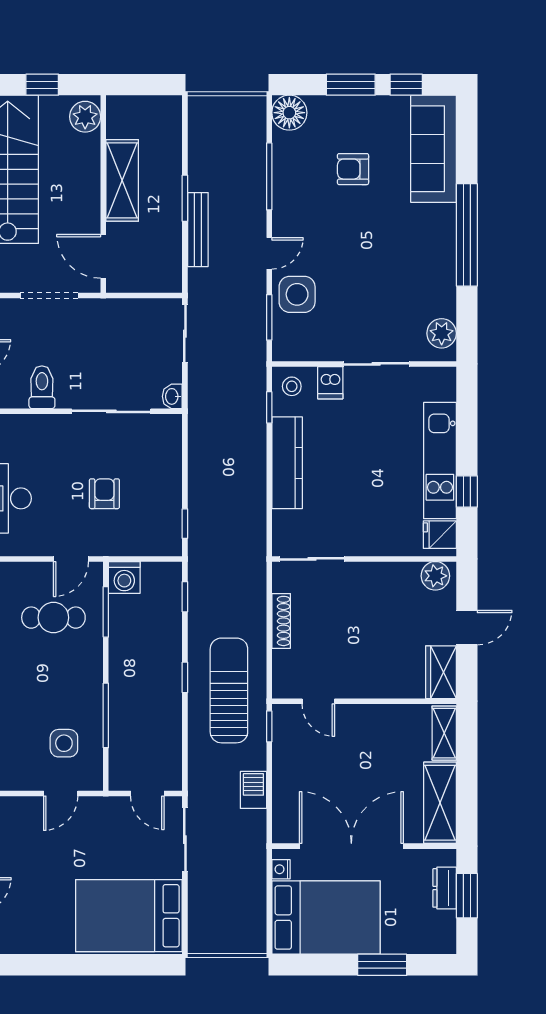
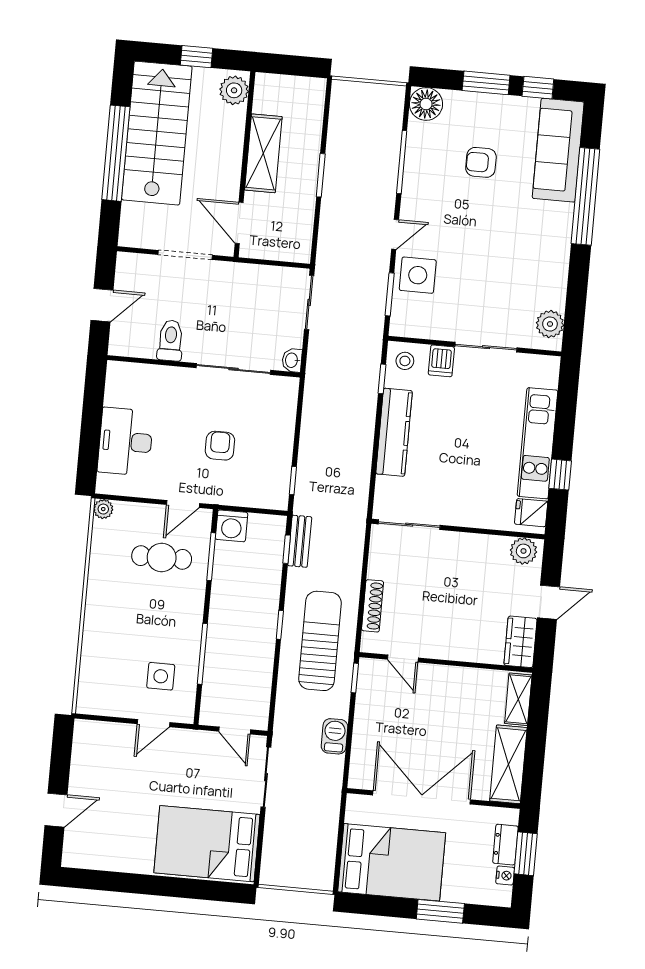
bench: (198, 230) -> (300, 541), moved, width x0.73
window: (467, 235) -> (585, 196), moved
shoe rack: (281, 621) -> (373, 606), moved
nightstand: (281, 869) -> (505, 875), moved, turned 180

